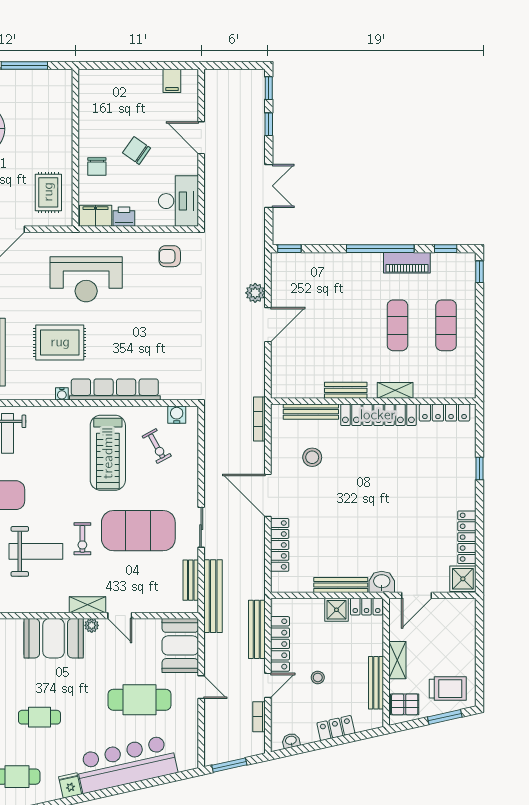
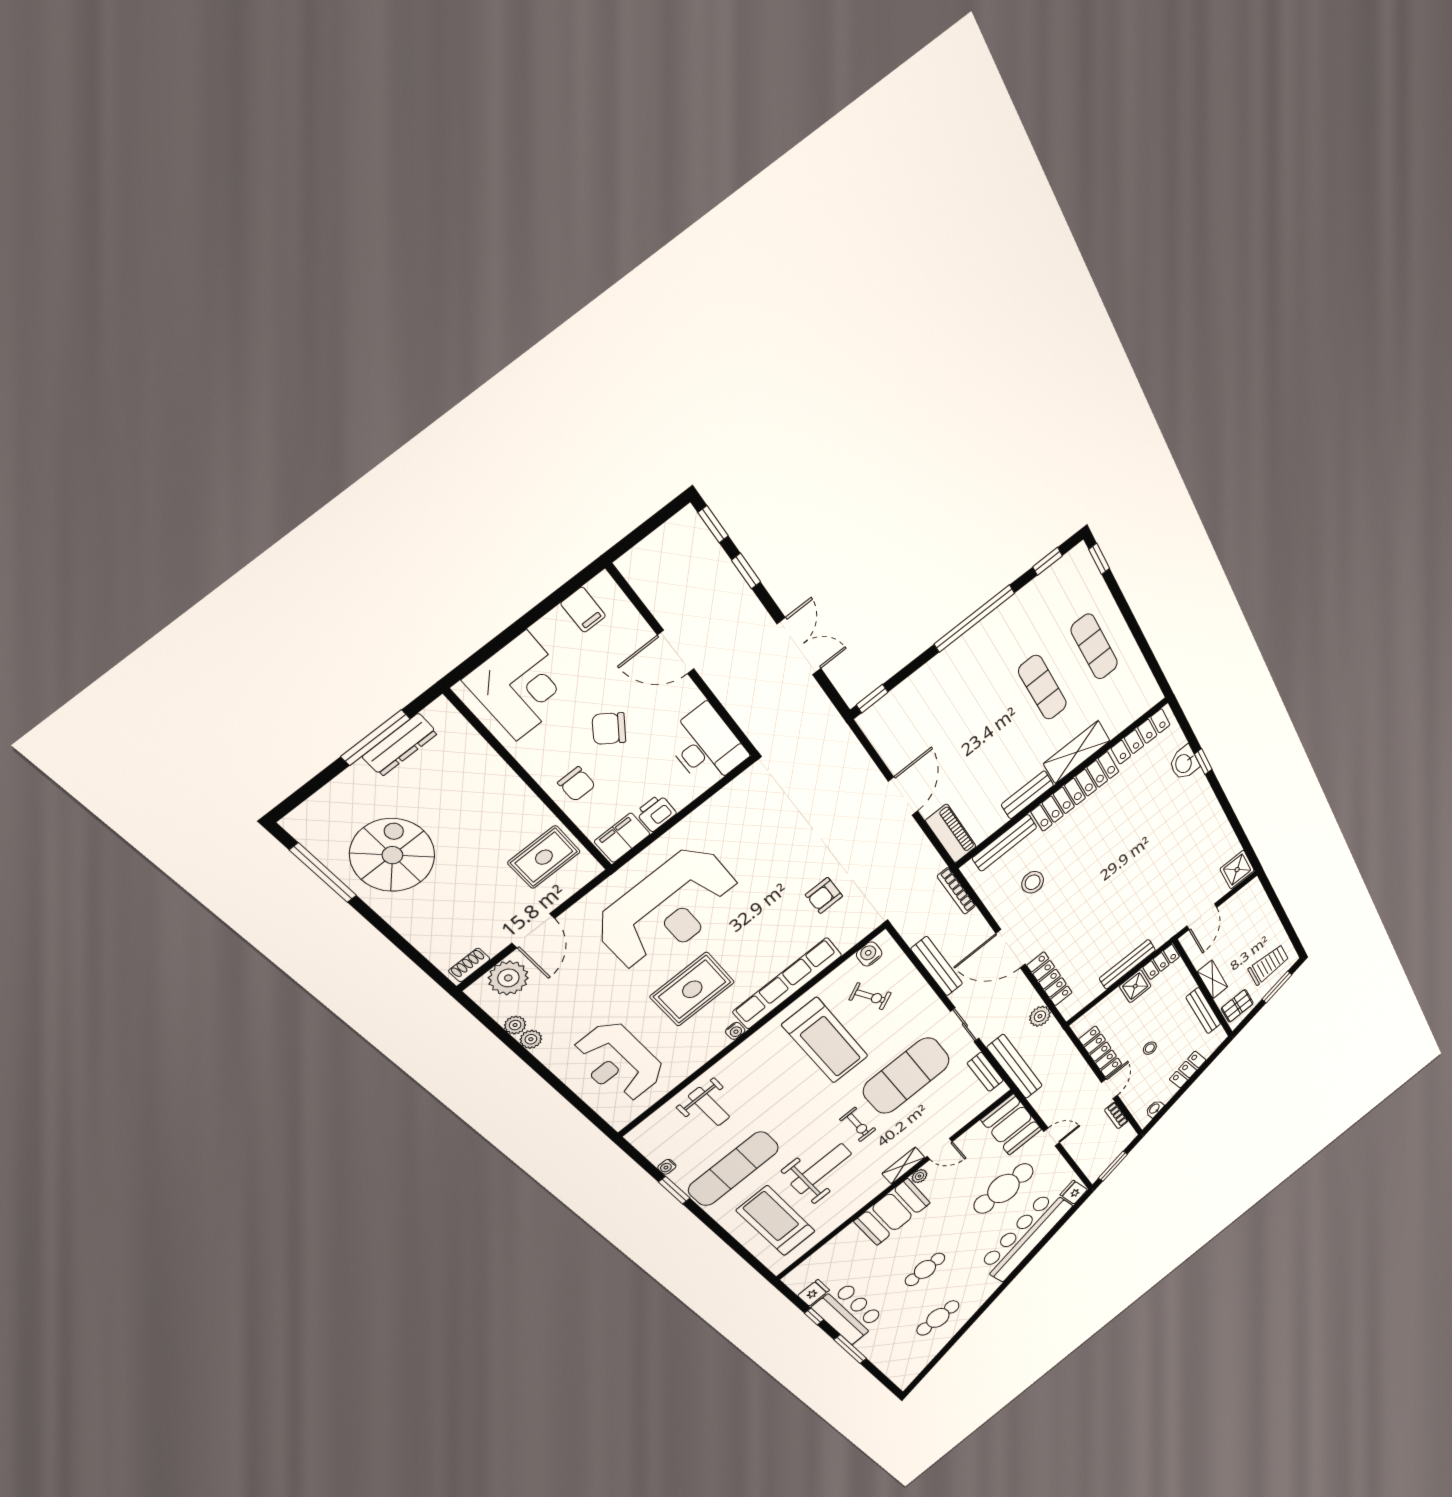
dresser: (32, 78) -> (400, 745), added
corner desk: (112, 95) -> (521, 686), added
rug: (48, 192) -> (544, 857), turned 90
armchair: (170, 256) -> (824, 895), moved
piano: (407, 263) -> (951, 834), moved, turned -90
reception desk: (86, 279) -> (668, 909), width x1.36, depth x1.30
plant: (255, 293) -> (1040, 1016), moved
shelving: (395, 390) -> (1077, 752), width x1.50, depth x1.33
locker: (467, 537) -> (1223, 832), removed
washbasin: (382, 582) -> (1184, 763), moved, turned -90
bench: (257, 629) -> (937, 966), moved
fridge: (70, 785) -> (1074, 1192), moved

